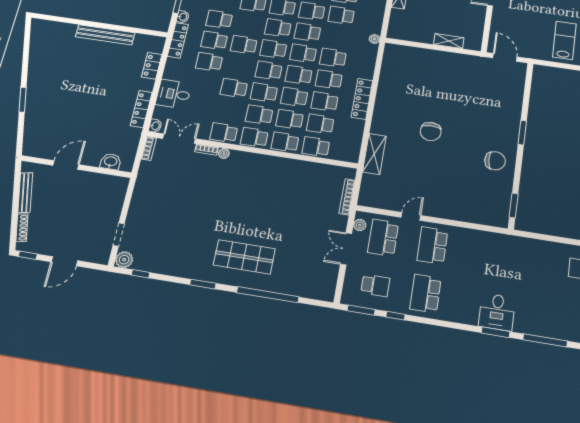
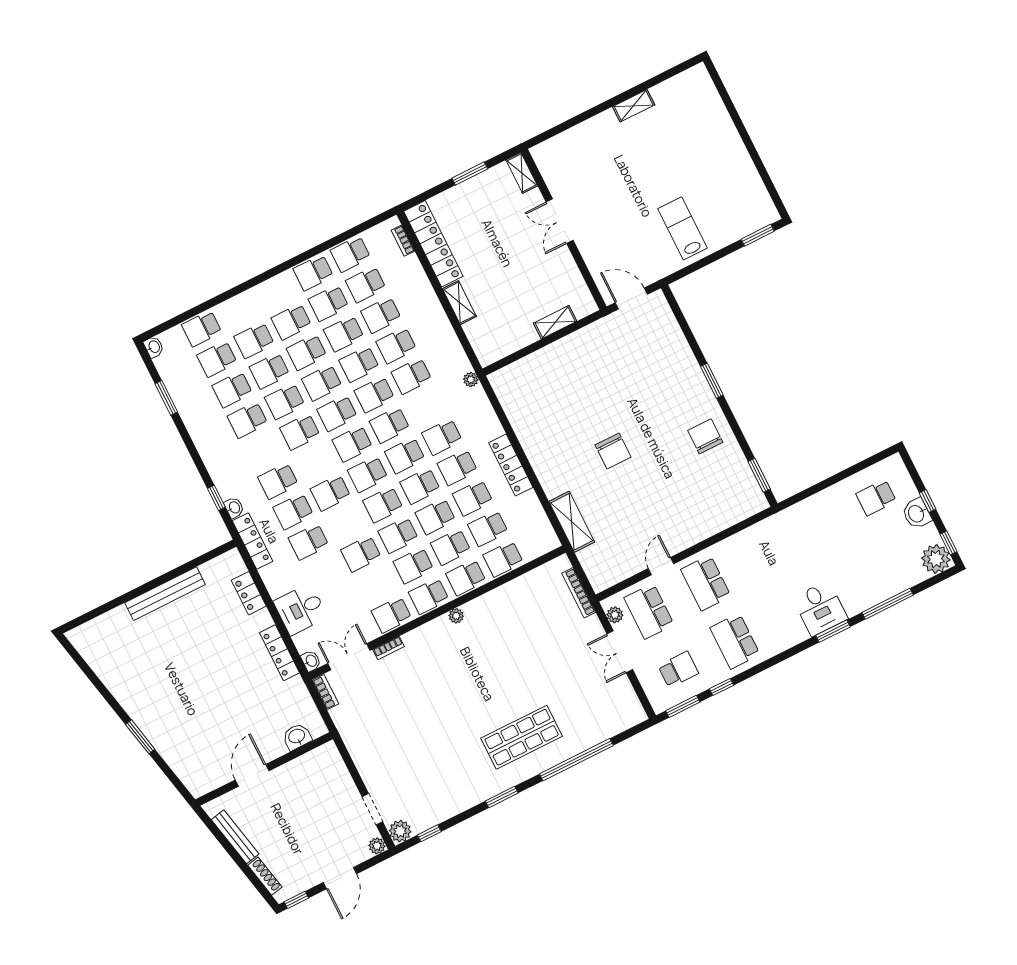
plant: (224, 153) -> (456, 616), moved
chair: (495, 161) -> (705, 436), turned -86
plant: (103, 258) -> (377, 846), added

